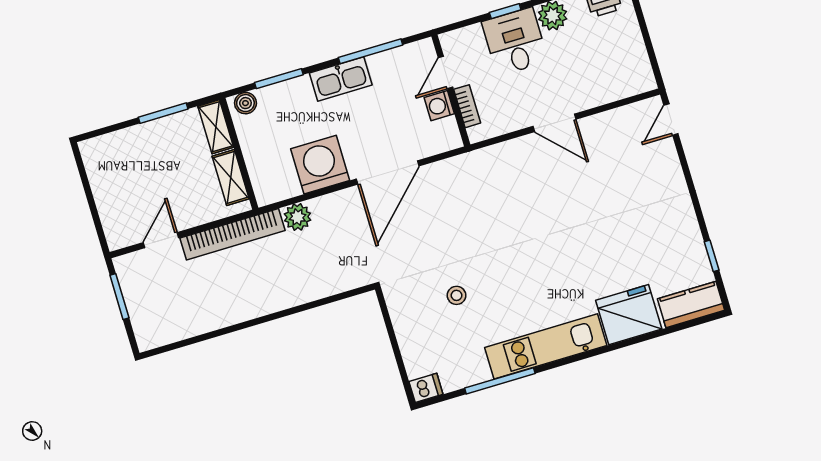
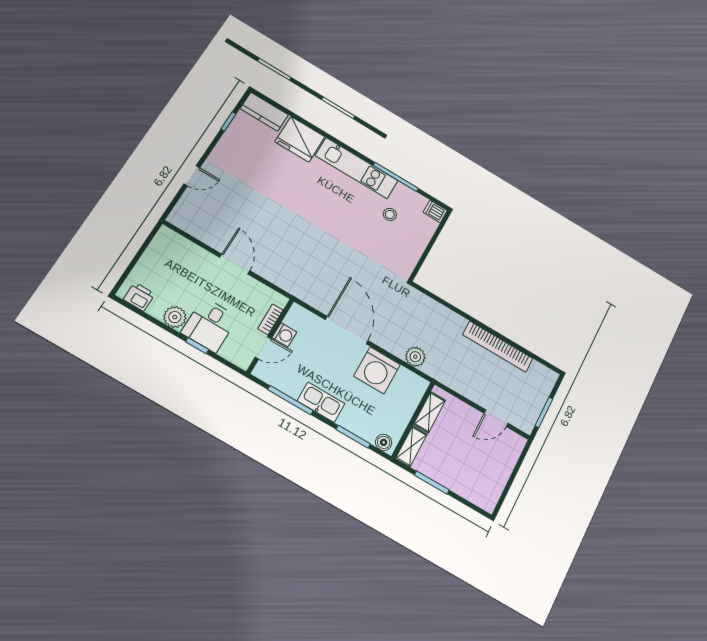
door: (671, 120) -> (192, 176), moved
door: (388, 173) -> (347, 330), hinge flipped
bookcase: (232, 234) -> (498, 347), moved, turned 180
stool: (457, 295) -> (390, 214), moved

